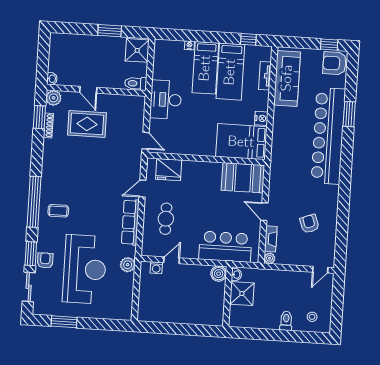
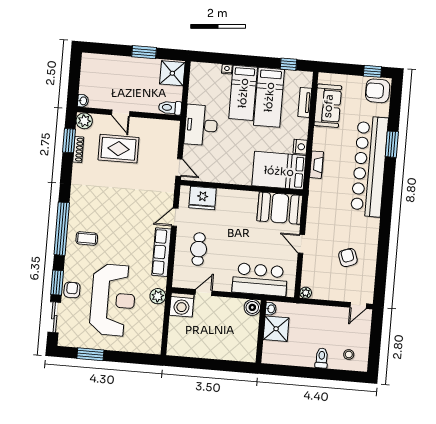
sofa: (287, 78) -> (328, 106), width x0.73
fireplace: (271, 239) -> (316, 165), moved
washing machine: (156, 268) -> (182, 305), width x1.89, depth x1.89

